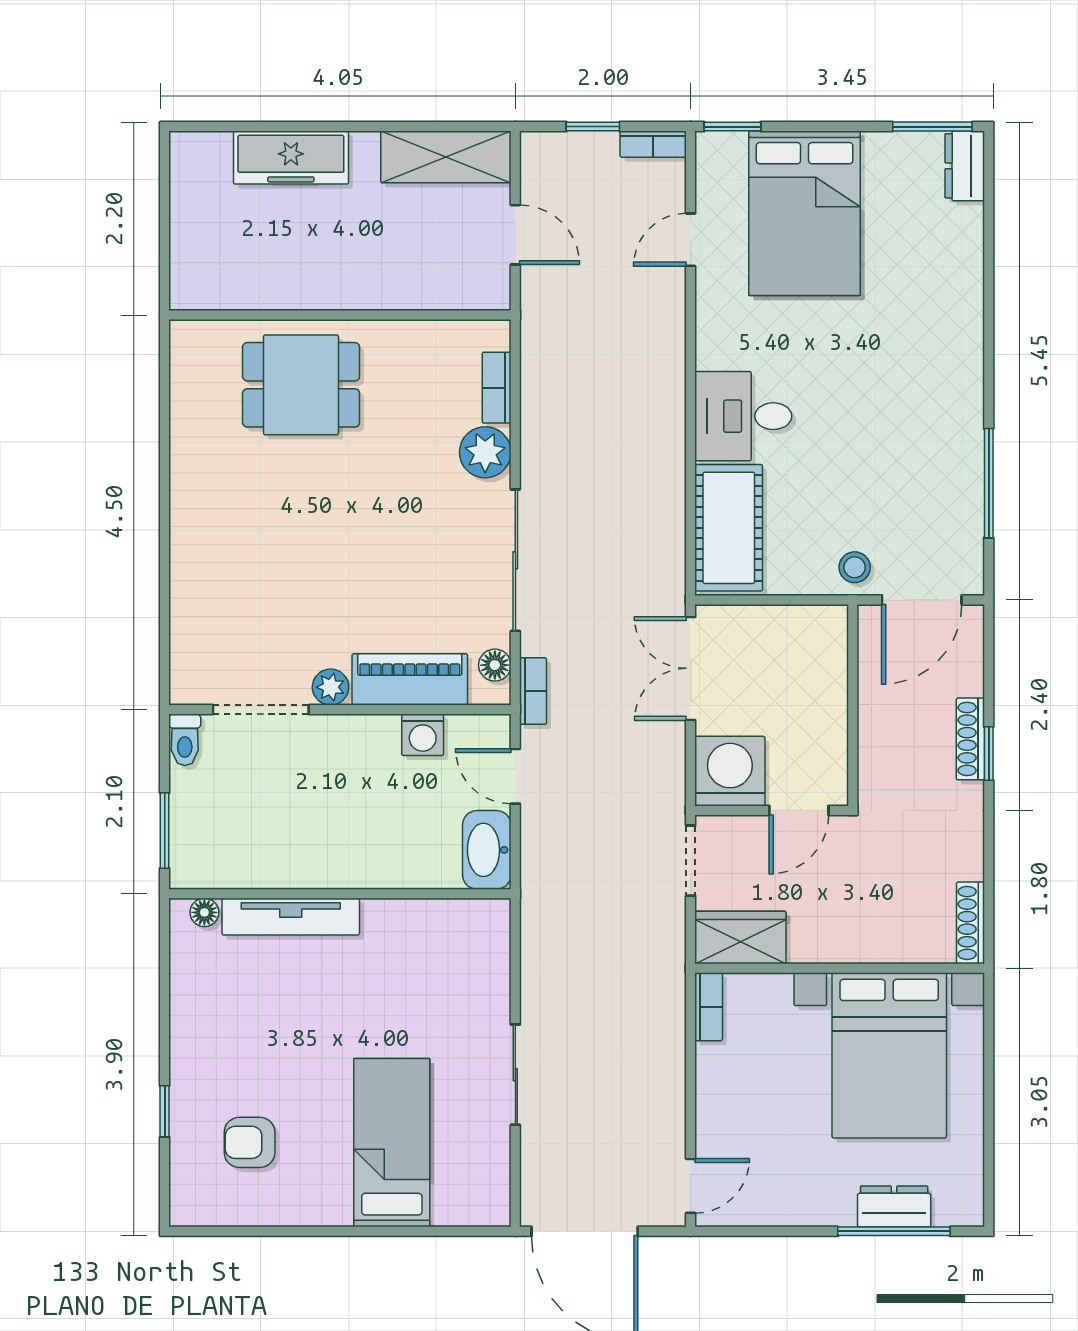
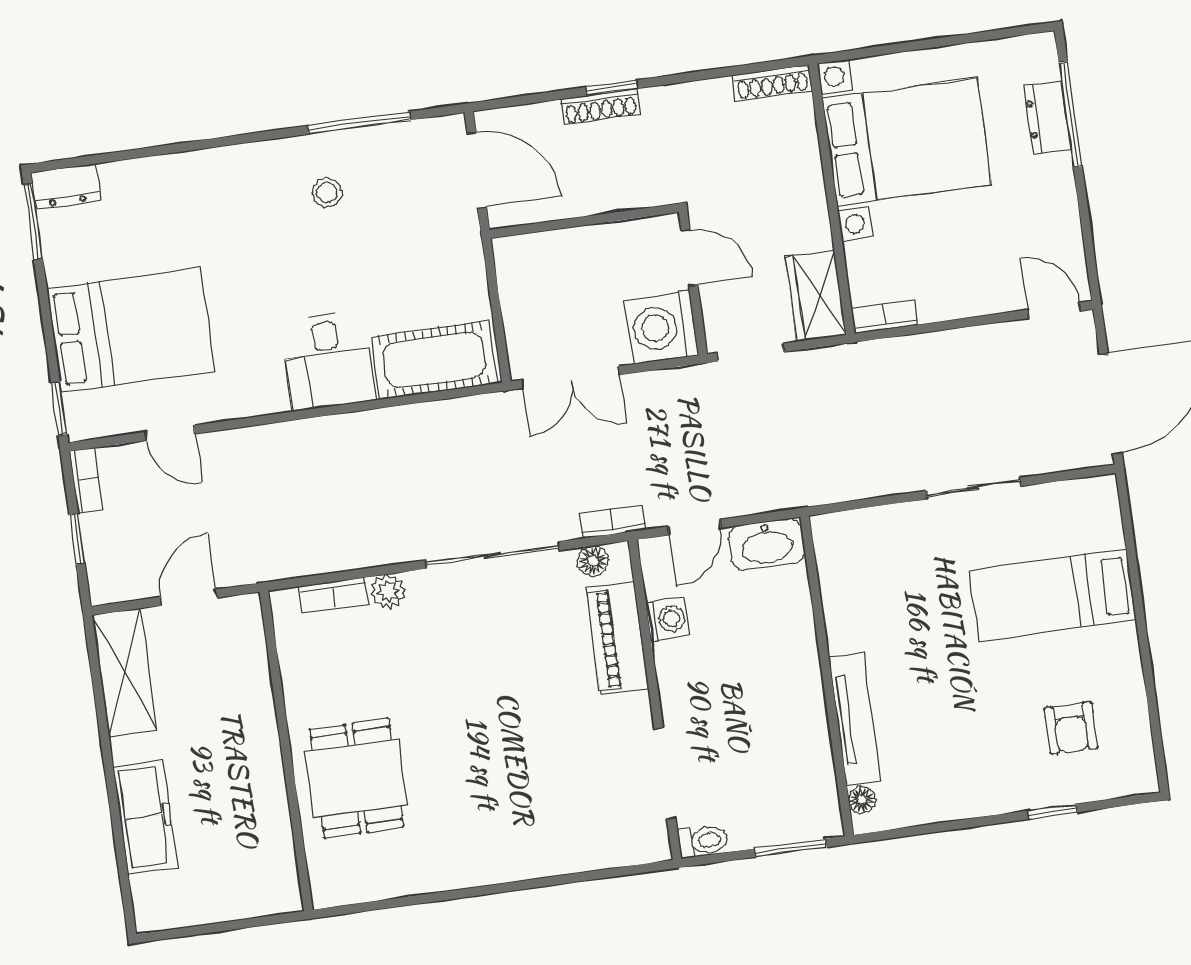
plant: (485, 452) -> (388, 592), width x0.73, depth x0.73
stool: (855, 567) -> (327, 192), moved
plant: (331, 687) -> (635, 711), removed

